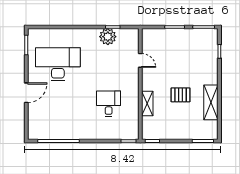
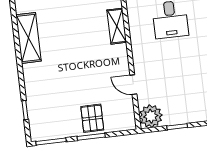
plant: (108, 37) -> (151, 116), moved
pallet: (181, 95) -> (92, 118), moved, turned 90

